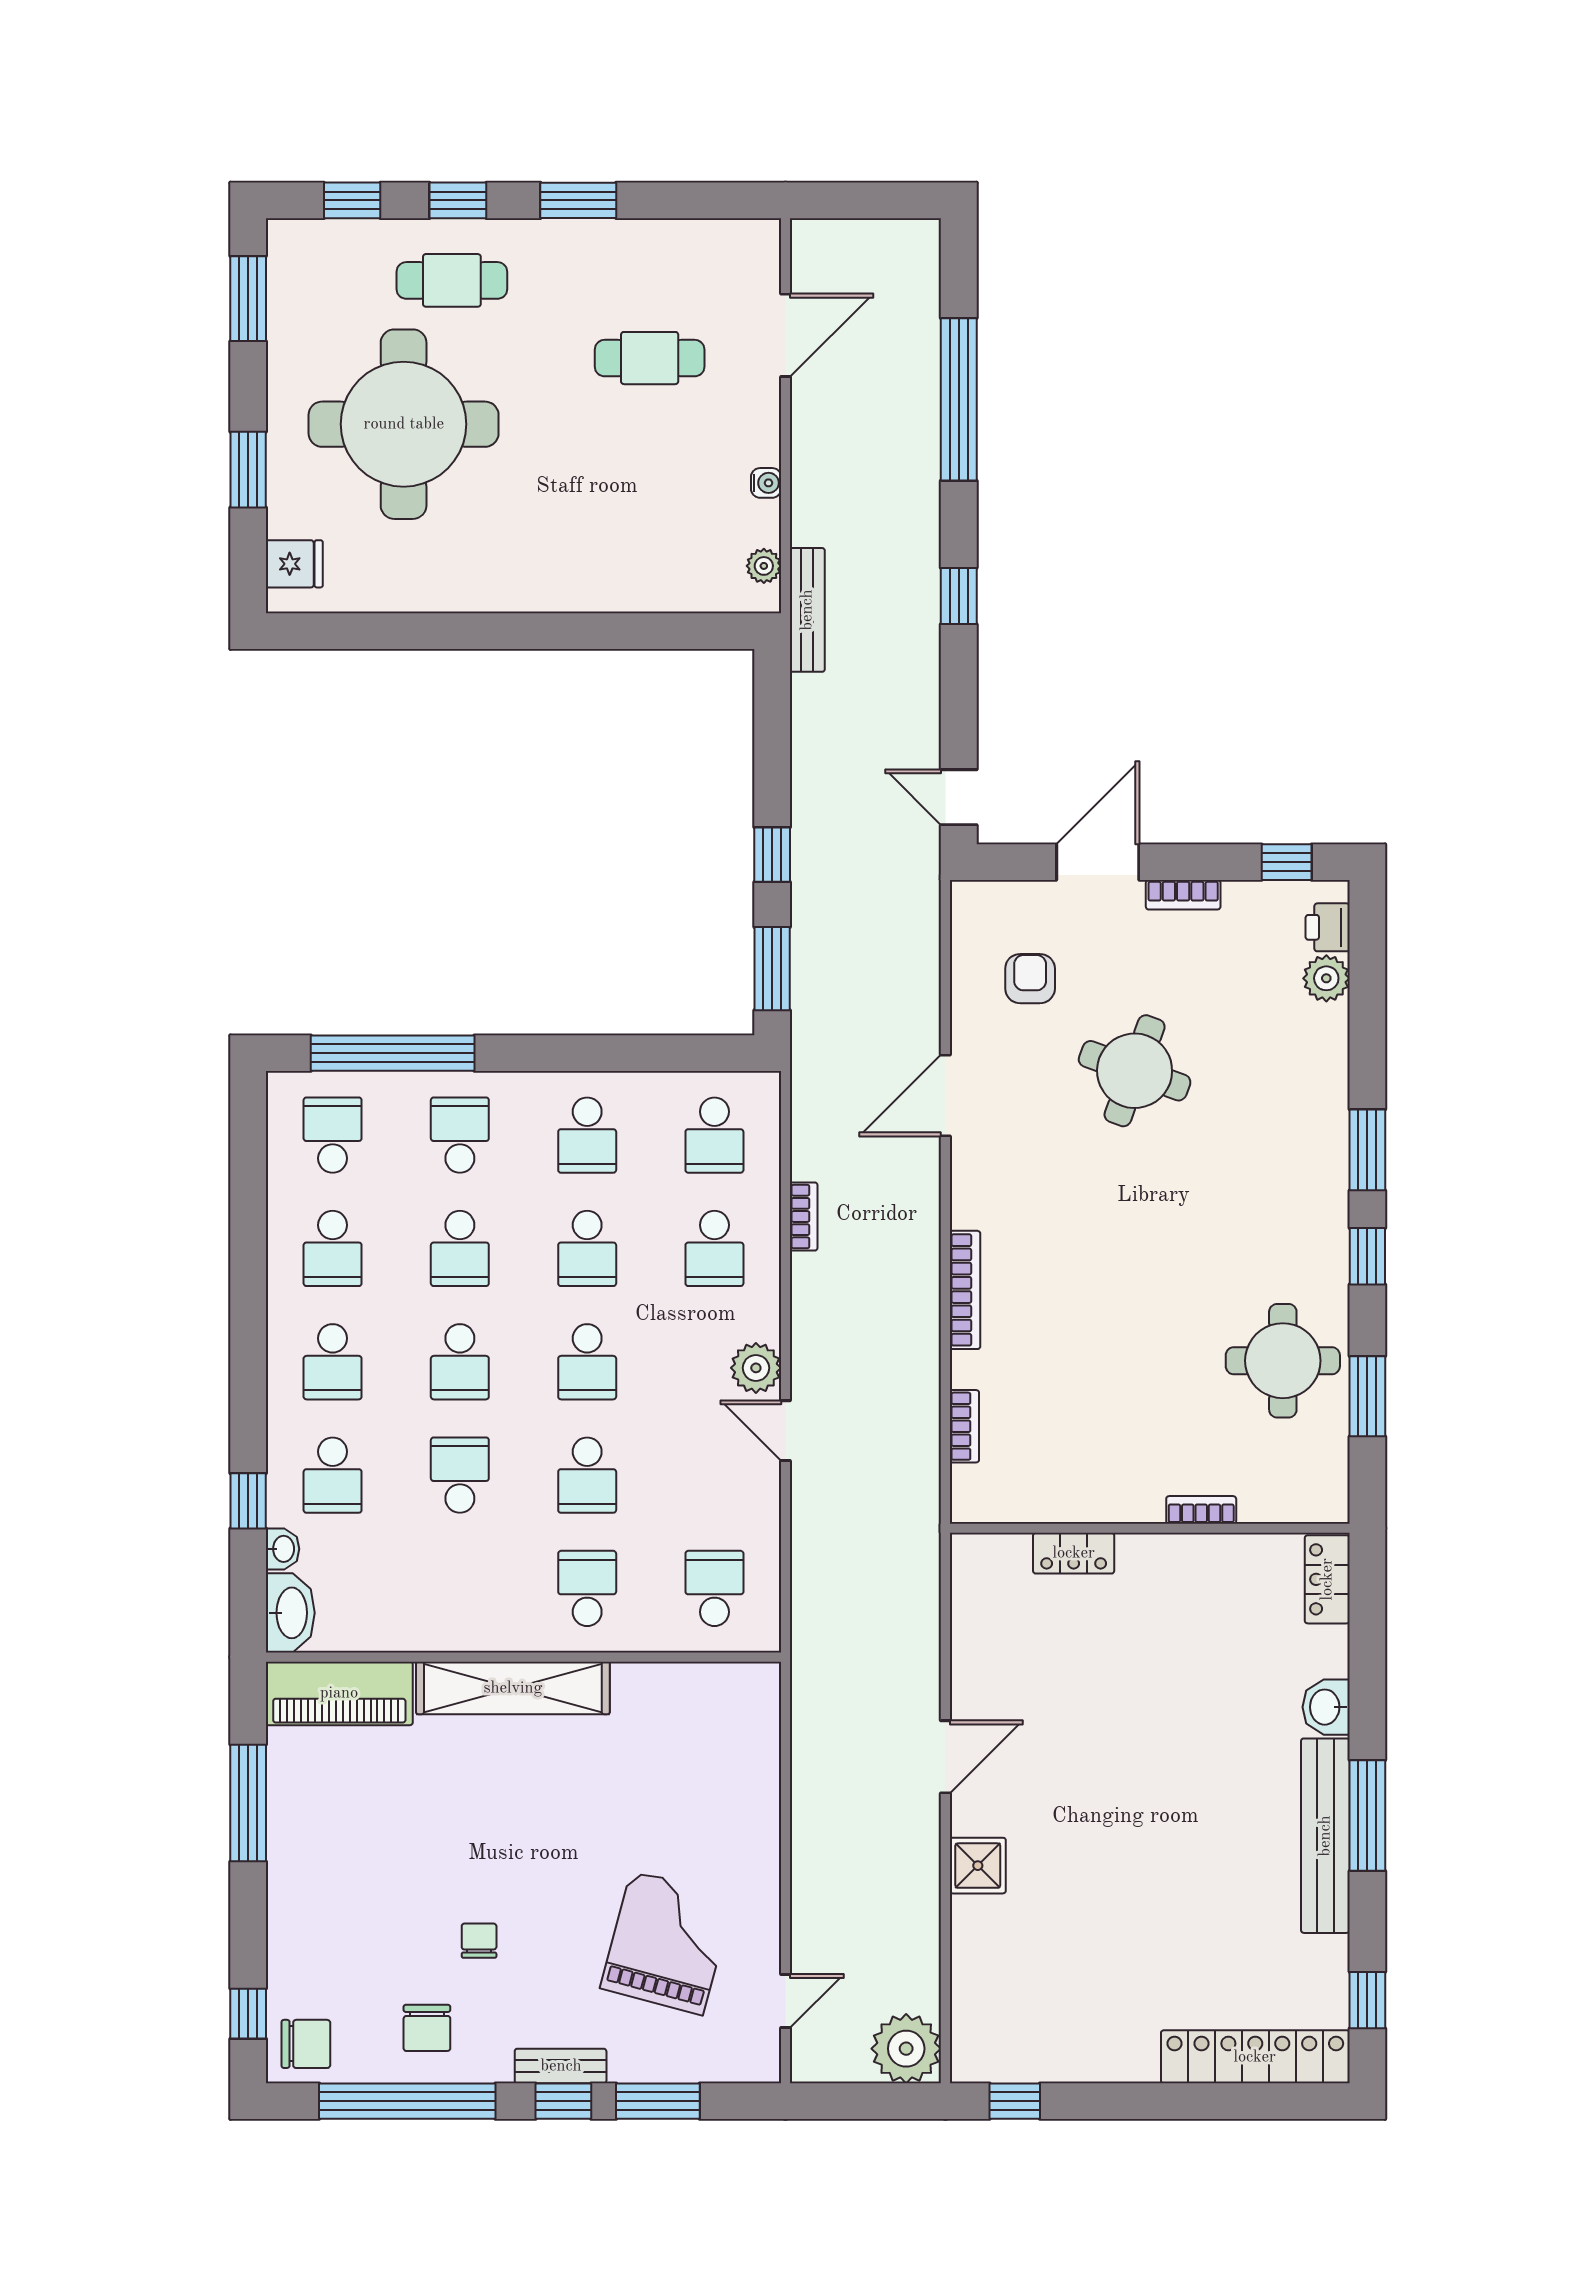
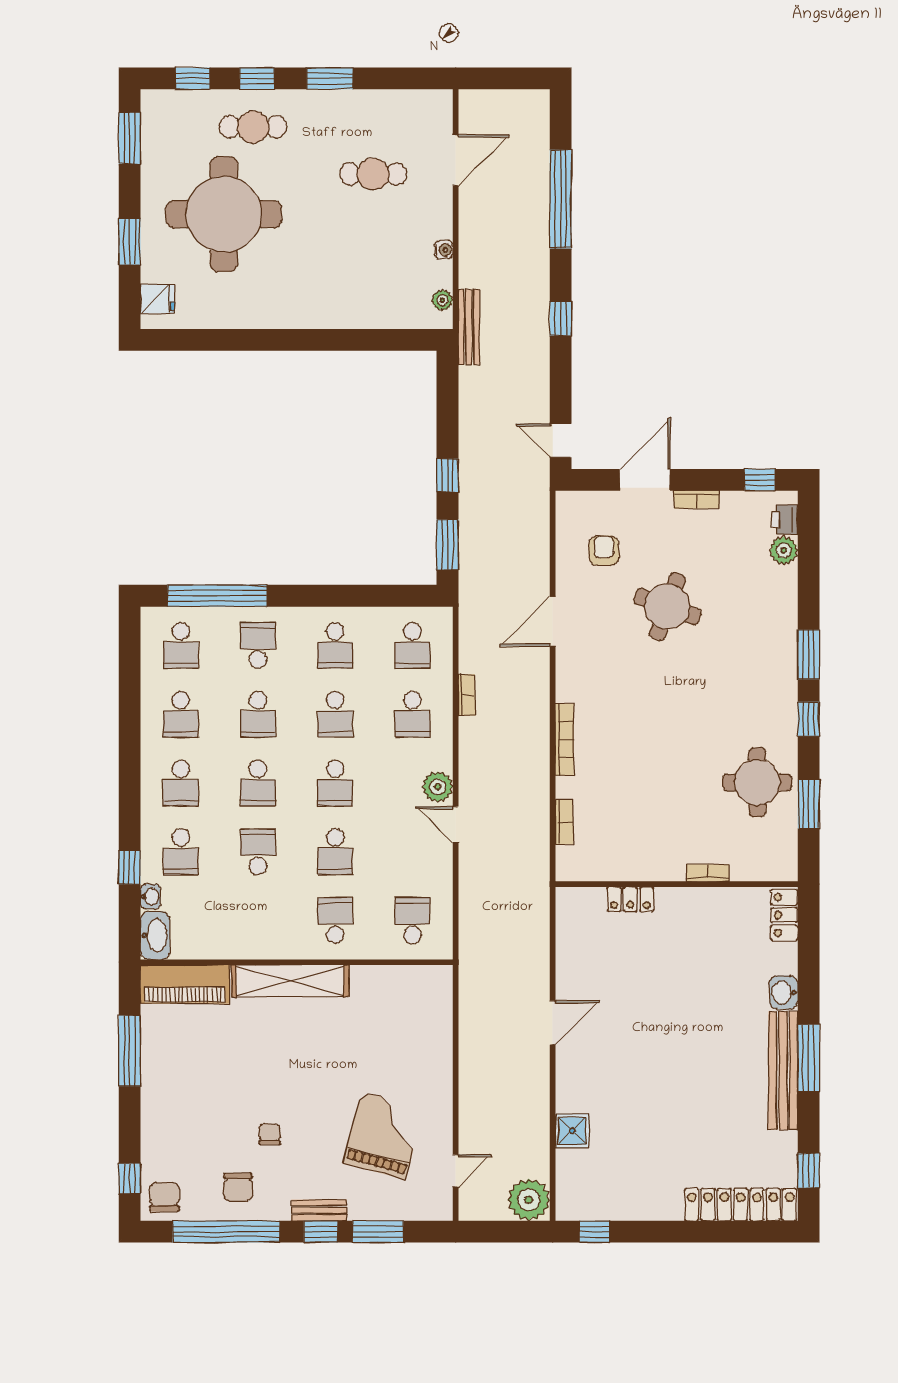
school desk: (333, 1135) -> (181, 645), turned 180
shower: (978, 1866) -> (572, 1131), moved
chair: (306, 2044) -> (165, 1197), turned -90

